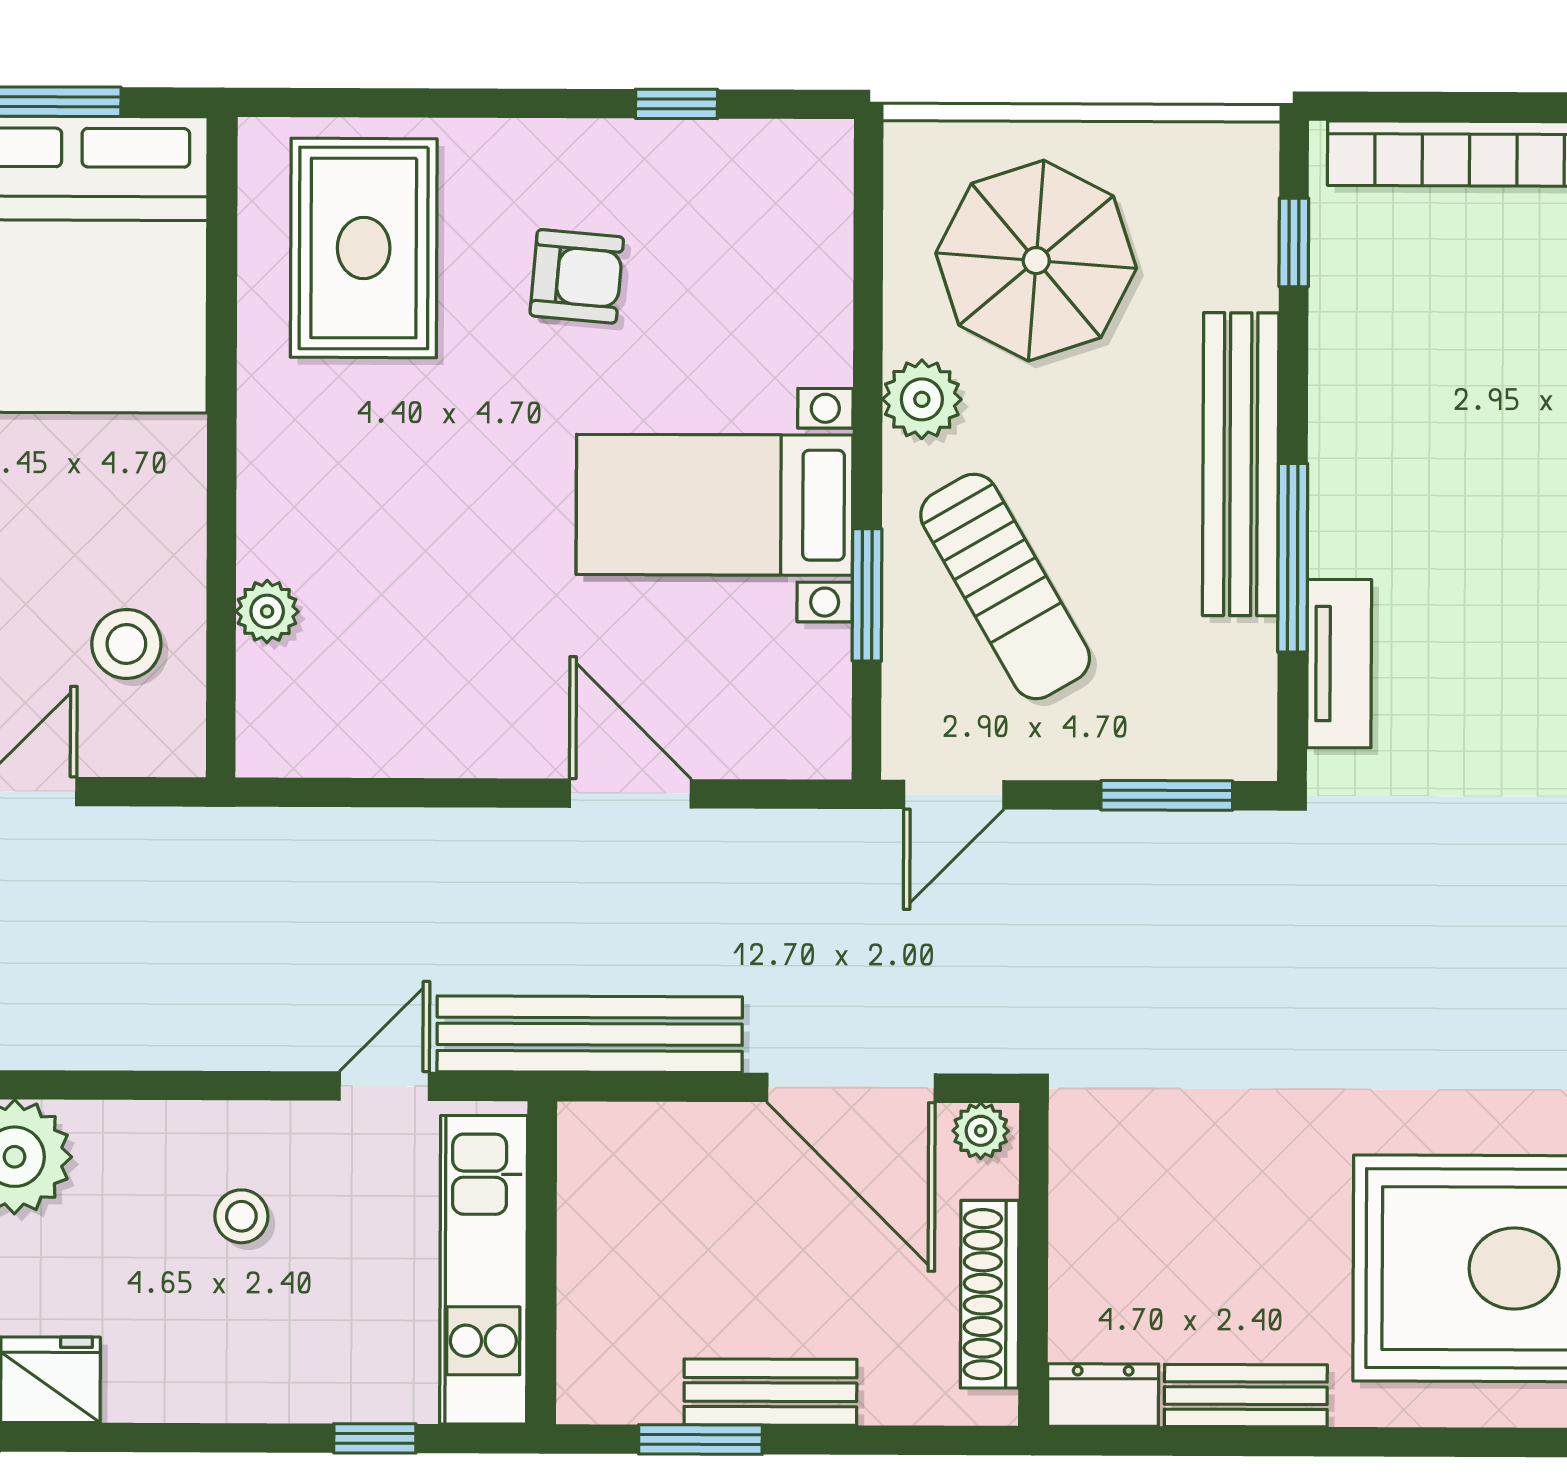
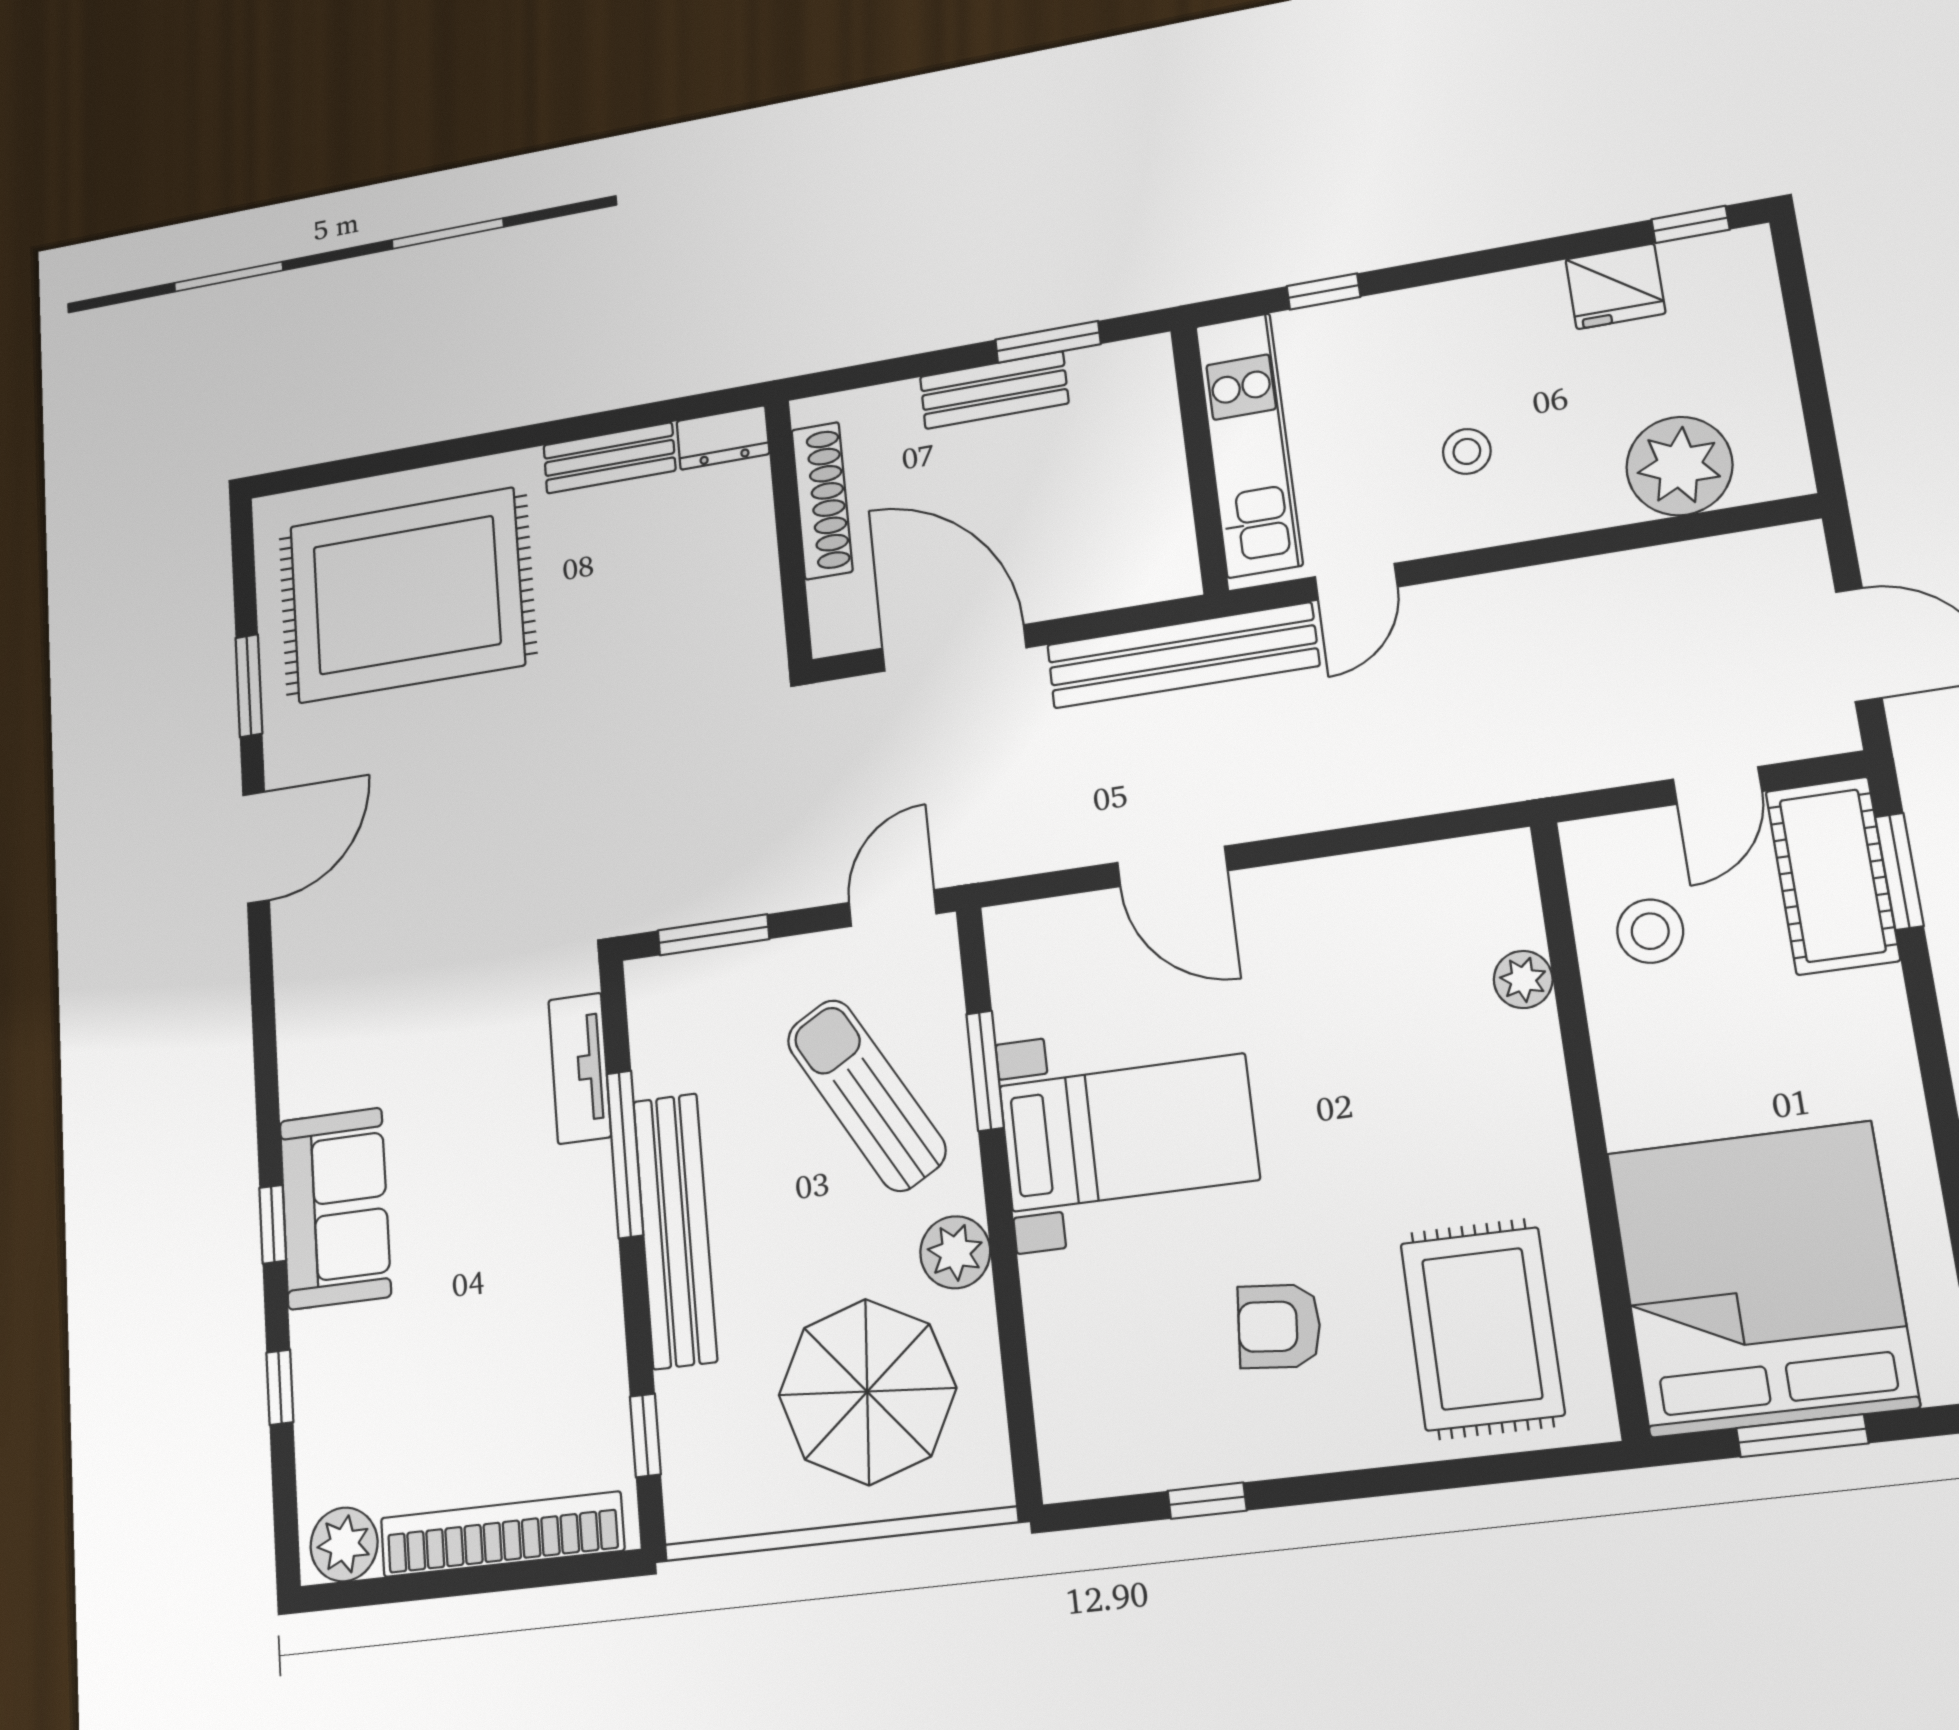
plant: (981, 1131) -> (842, 631), removed

